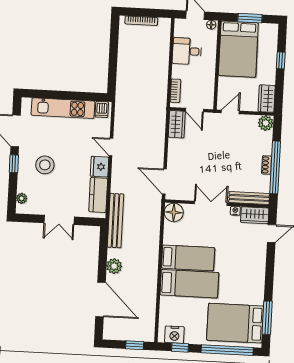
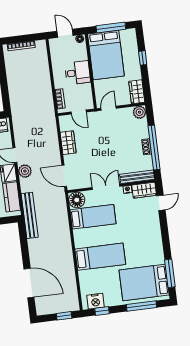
window: (250, 18) -> (111, 27), width x1.44
desk: (187, 51) -> (78, 73), moved, turned 180
wardrobe: (177, 124) -> (68, 143), moved
bed: (188, 258) -> (93, 217), moved
plant: (114, 266) -> (25, 171), moved
window: (227, 350) -> (142, 306), width x0.68

